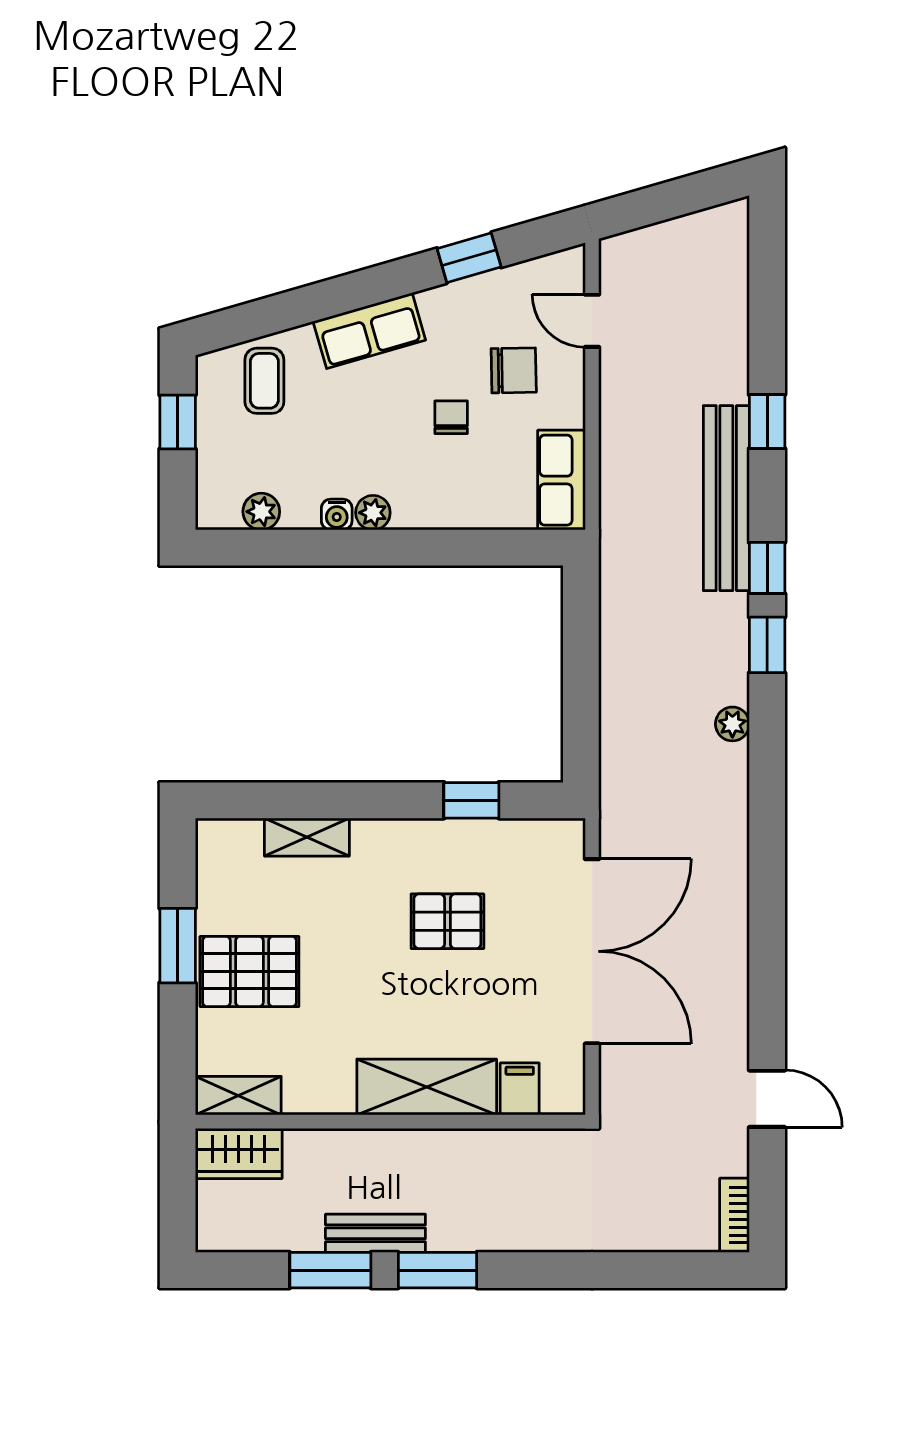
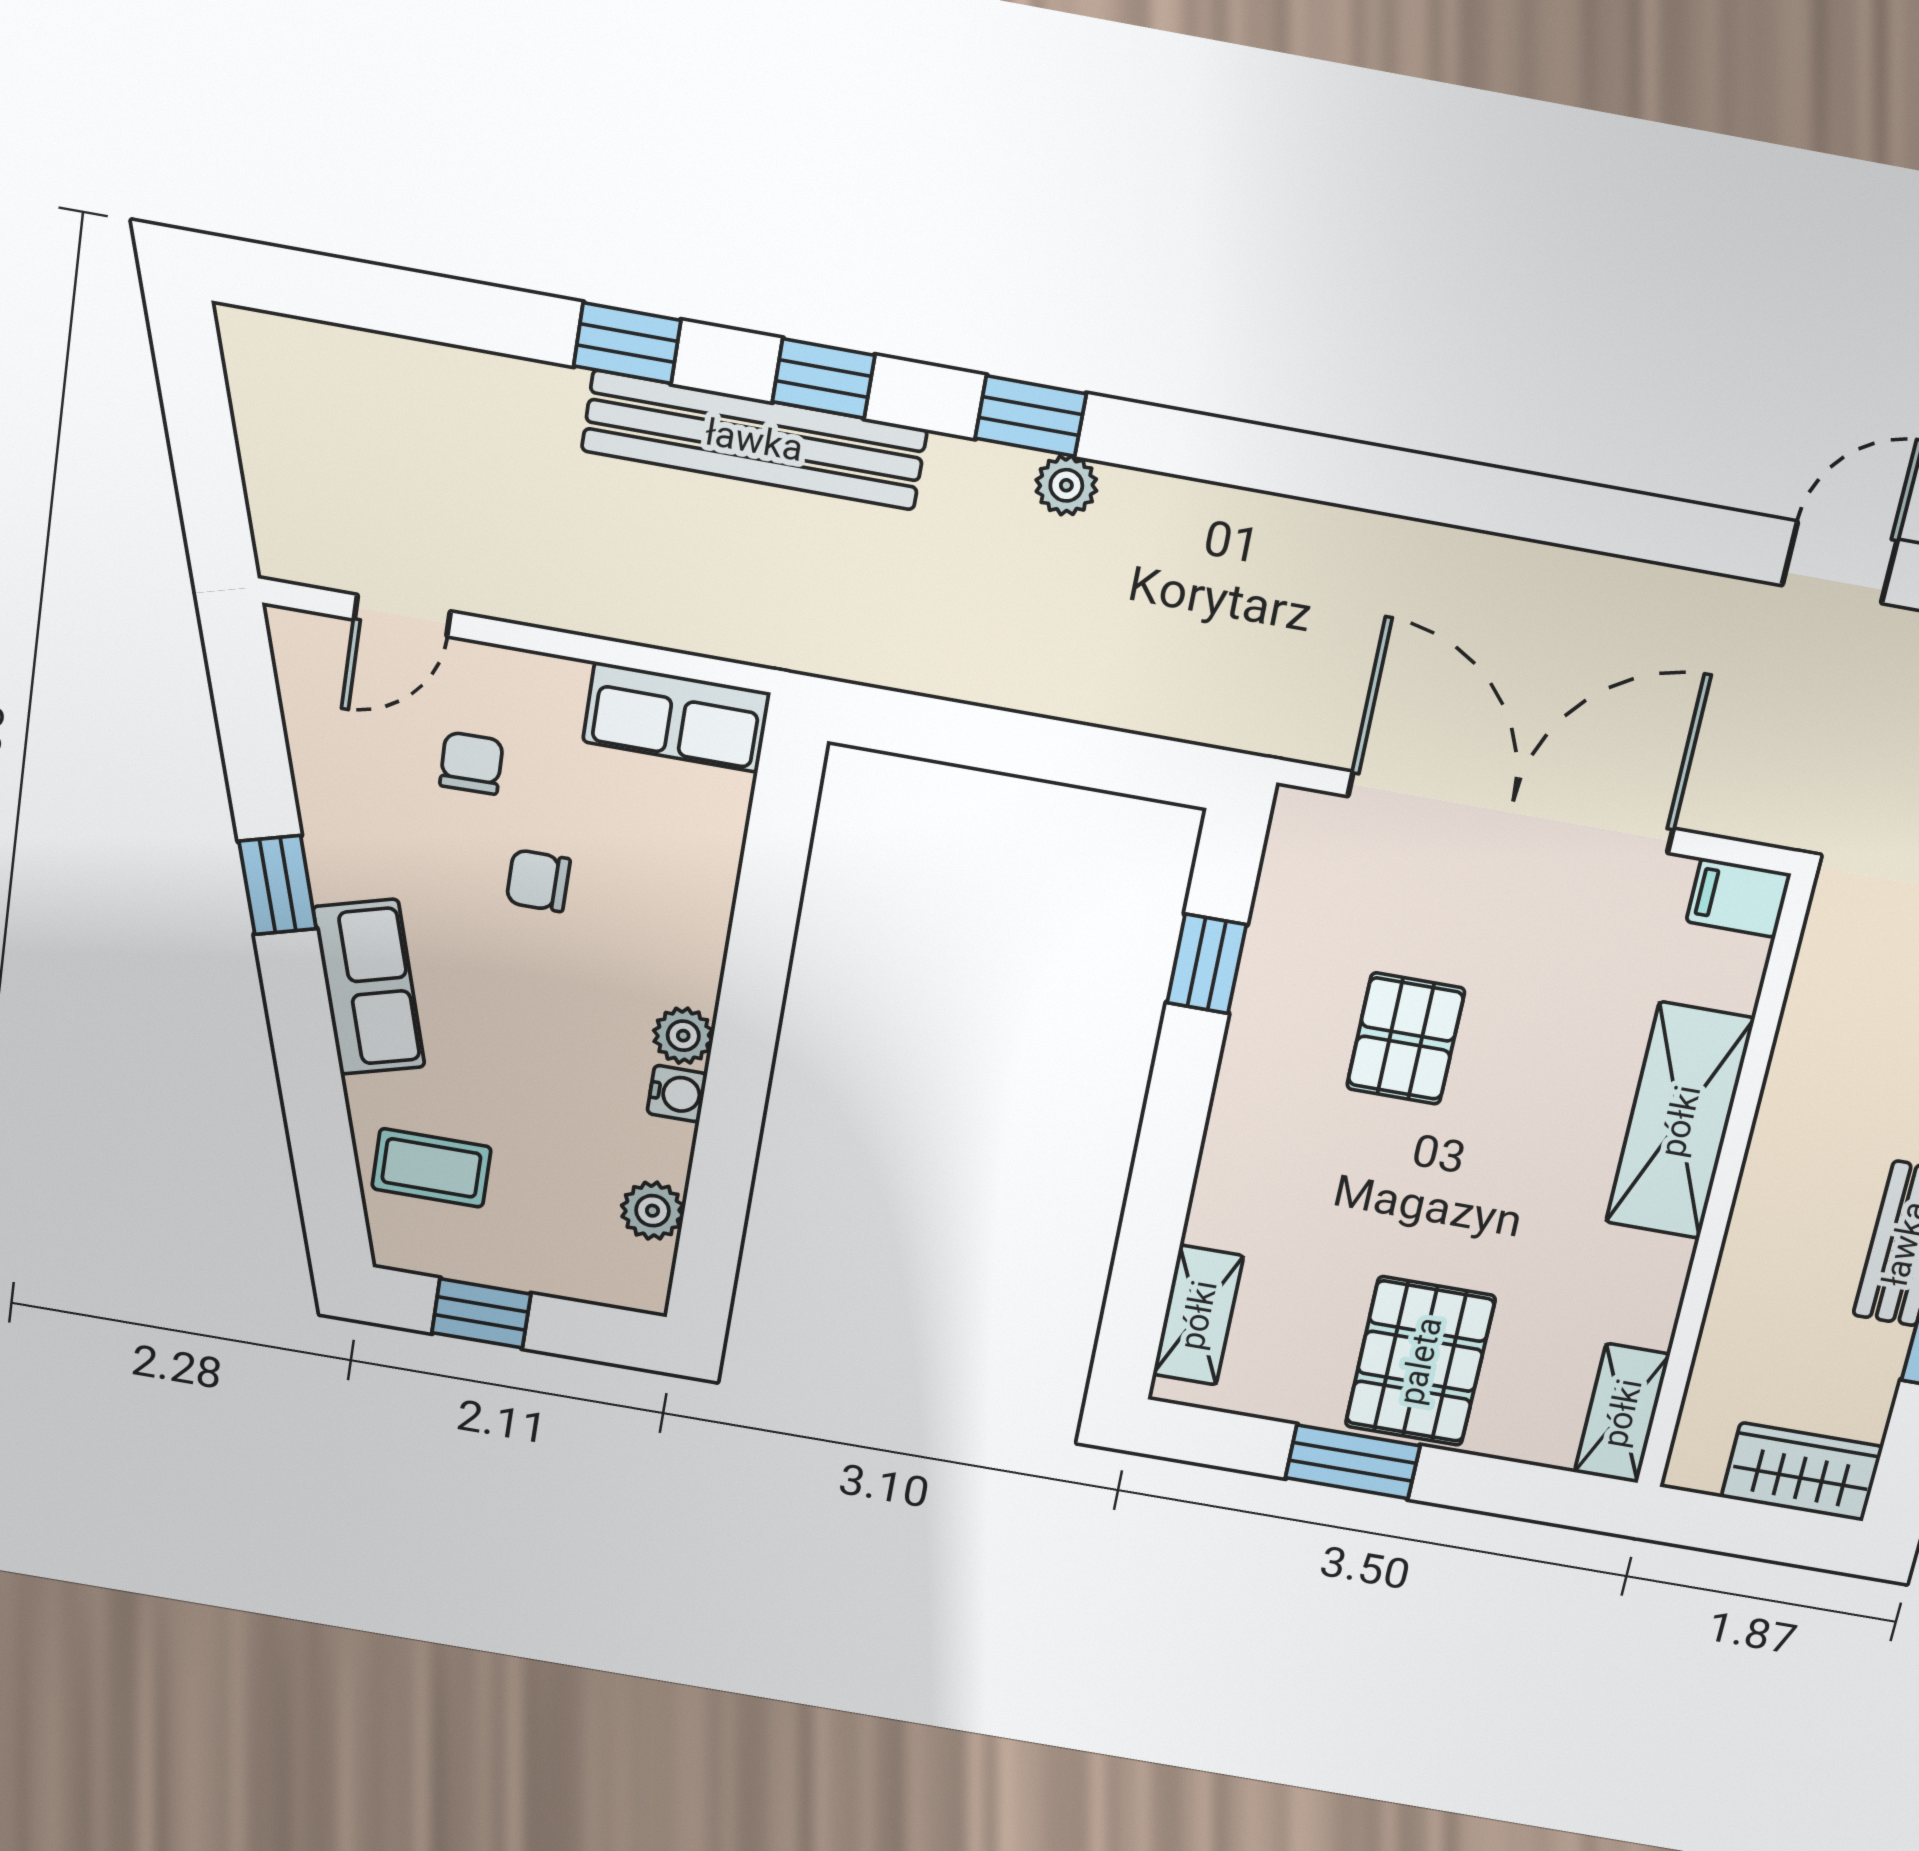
window: (469, 258) -> (278, 885), moved
chair: (514, 370) -> (471, 763), width x0.73, depth x0.73
window: (767, 568) -> (823, 379), moved
plant: (732, 724) -> (1066, 485), moved
shelving: (307, 837) -> (1198, 1315), moved
filing cabinet: (520, 1089) -> (1738, 898), moved
wardrobe: (239, 1153) -> (1802, 1472), moved, turned -90

